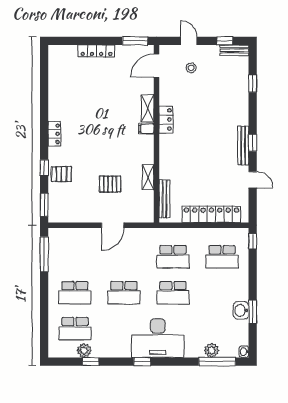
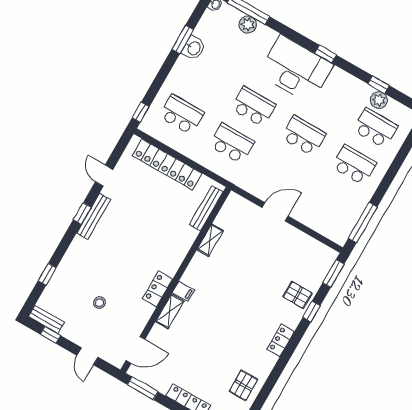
stool: (191, 68) -> (99, 303), moved
pallet: (110, 184) -> (243, 385), moved, turned 90

